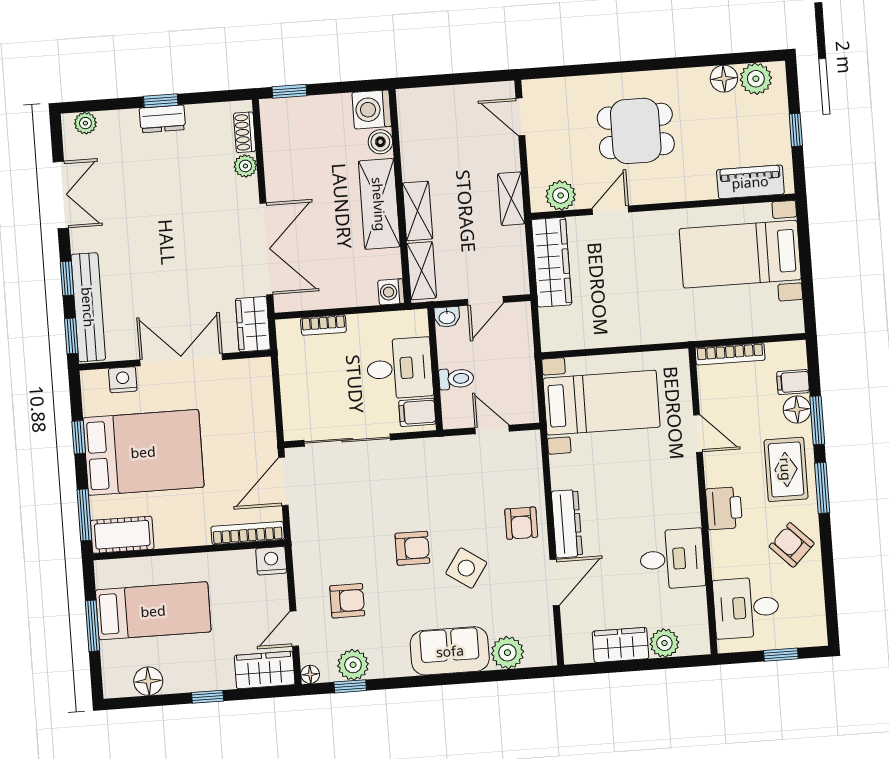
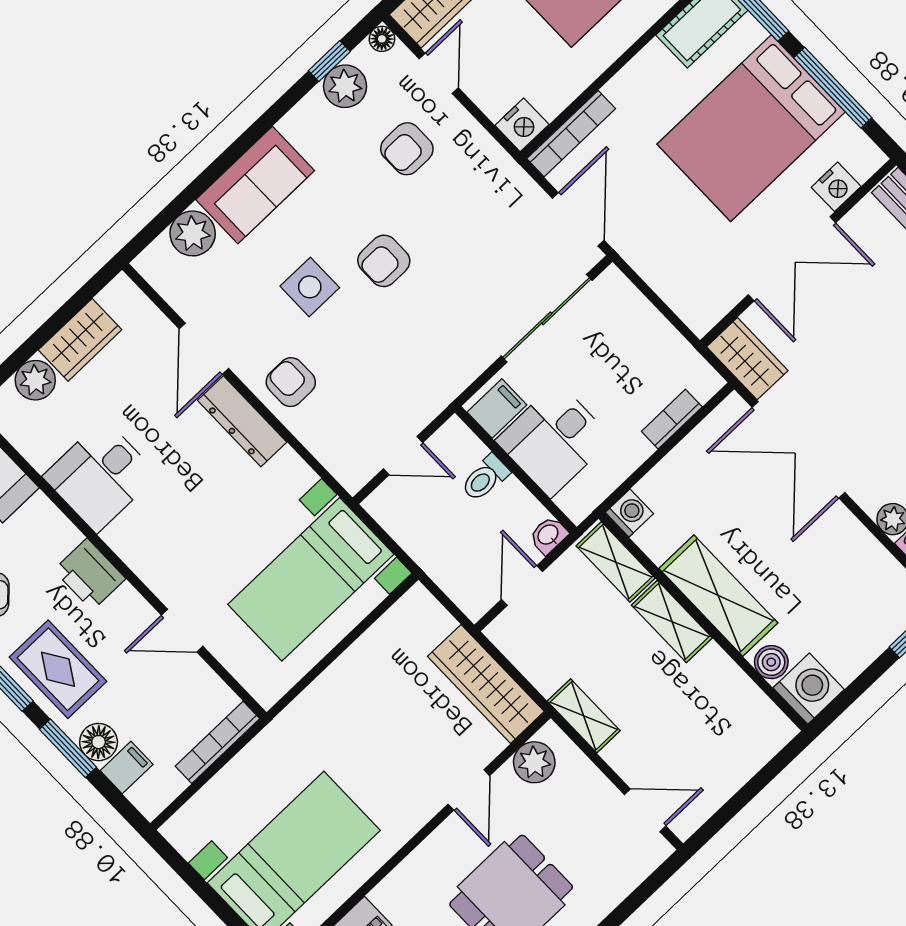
window: (79, 437) -> (833, 88), width x2.17
side table: (466, 568) -> (310, 287), turned -34

